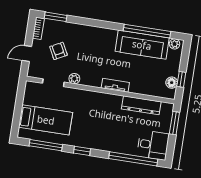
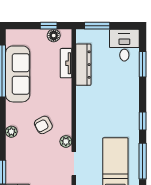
plant: (175, 44) -> (11, 132), moved
armchair: (58, 51) -> (43, 125), moved
tv unit: (115, 85) -> (66, 63), moved
window: (133, 159) -> (143, 64), width x0.47

